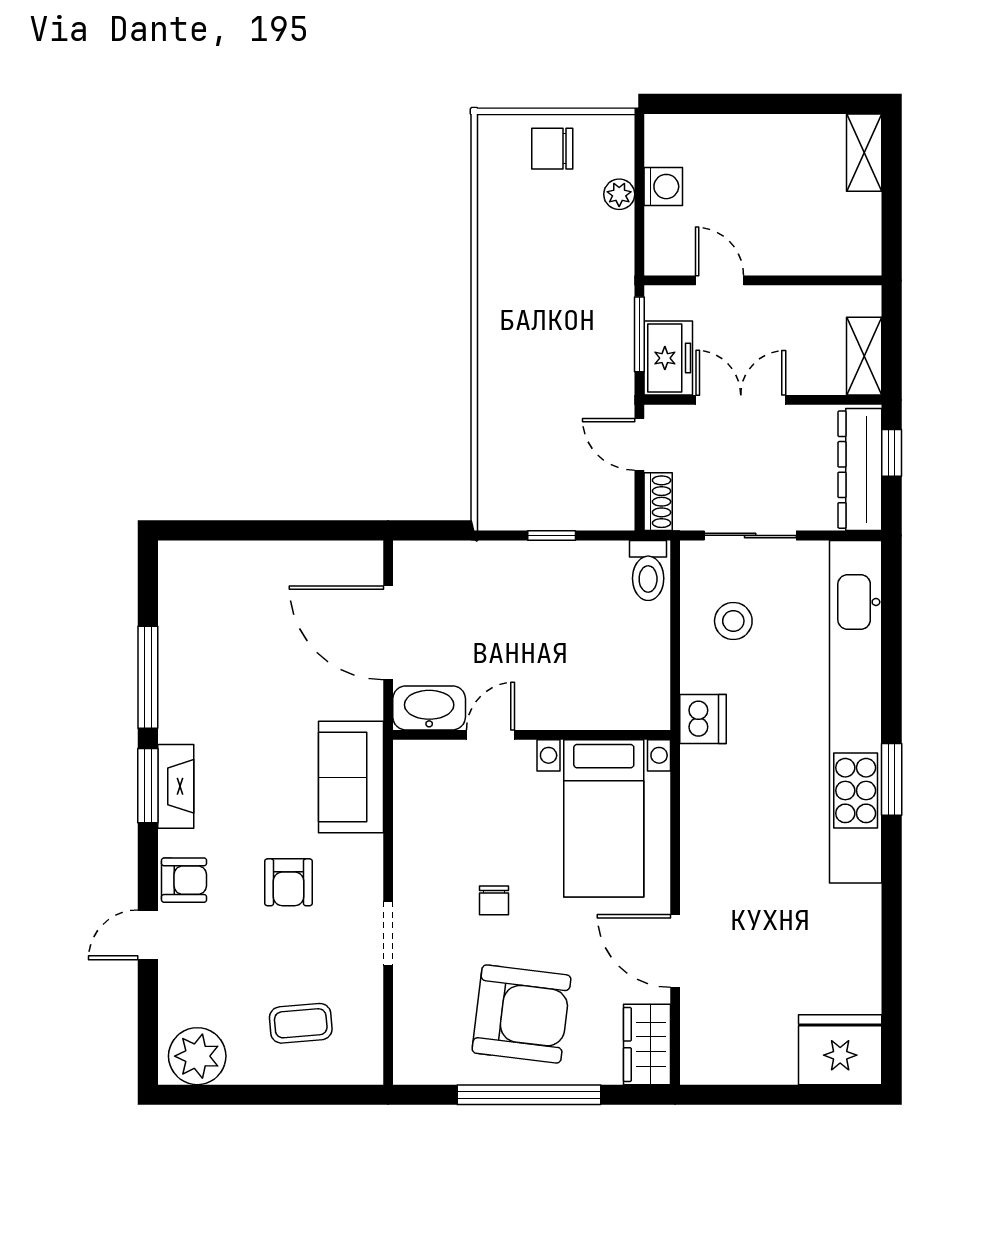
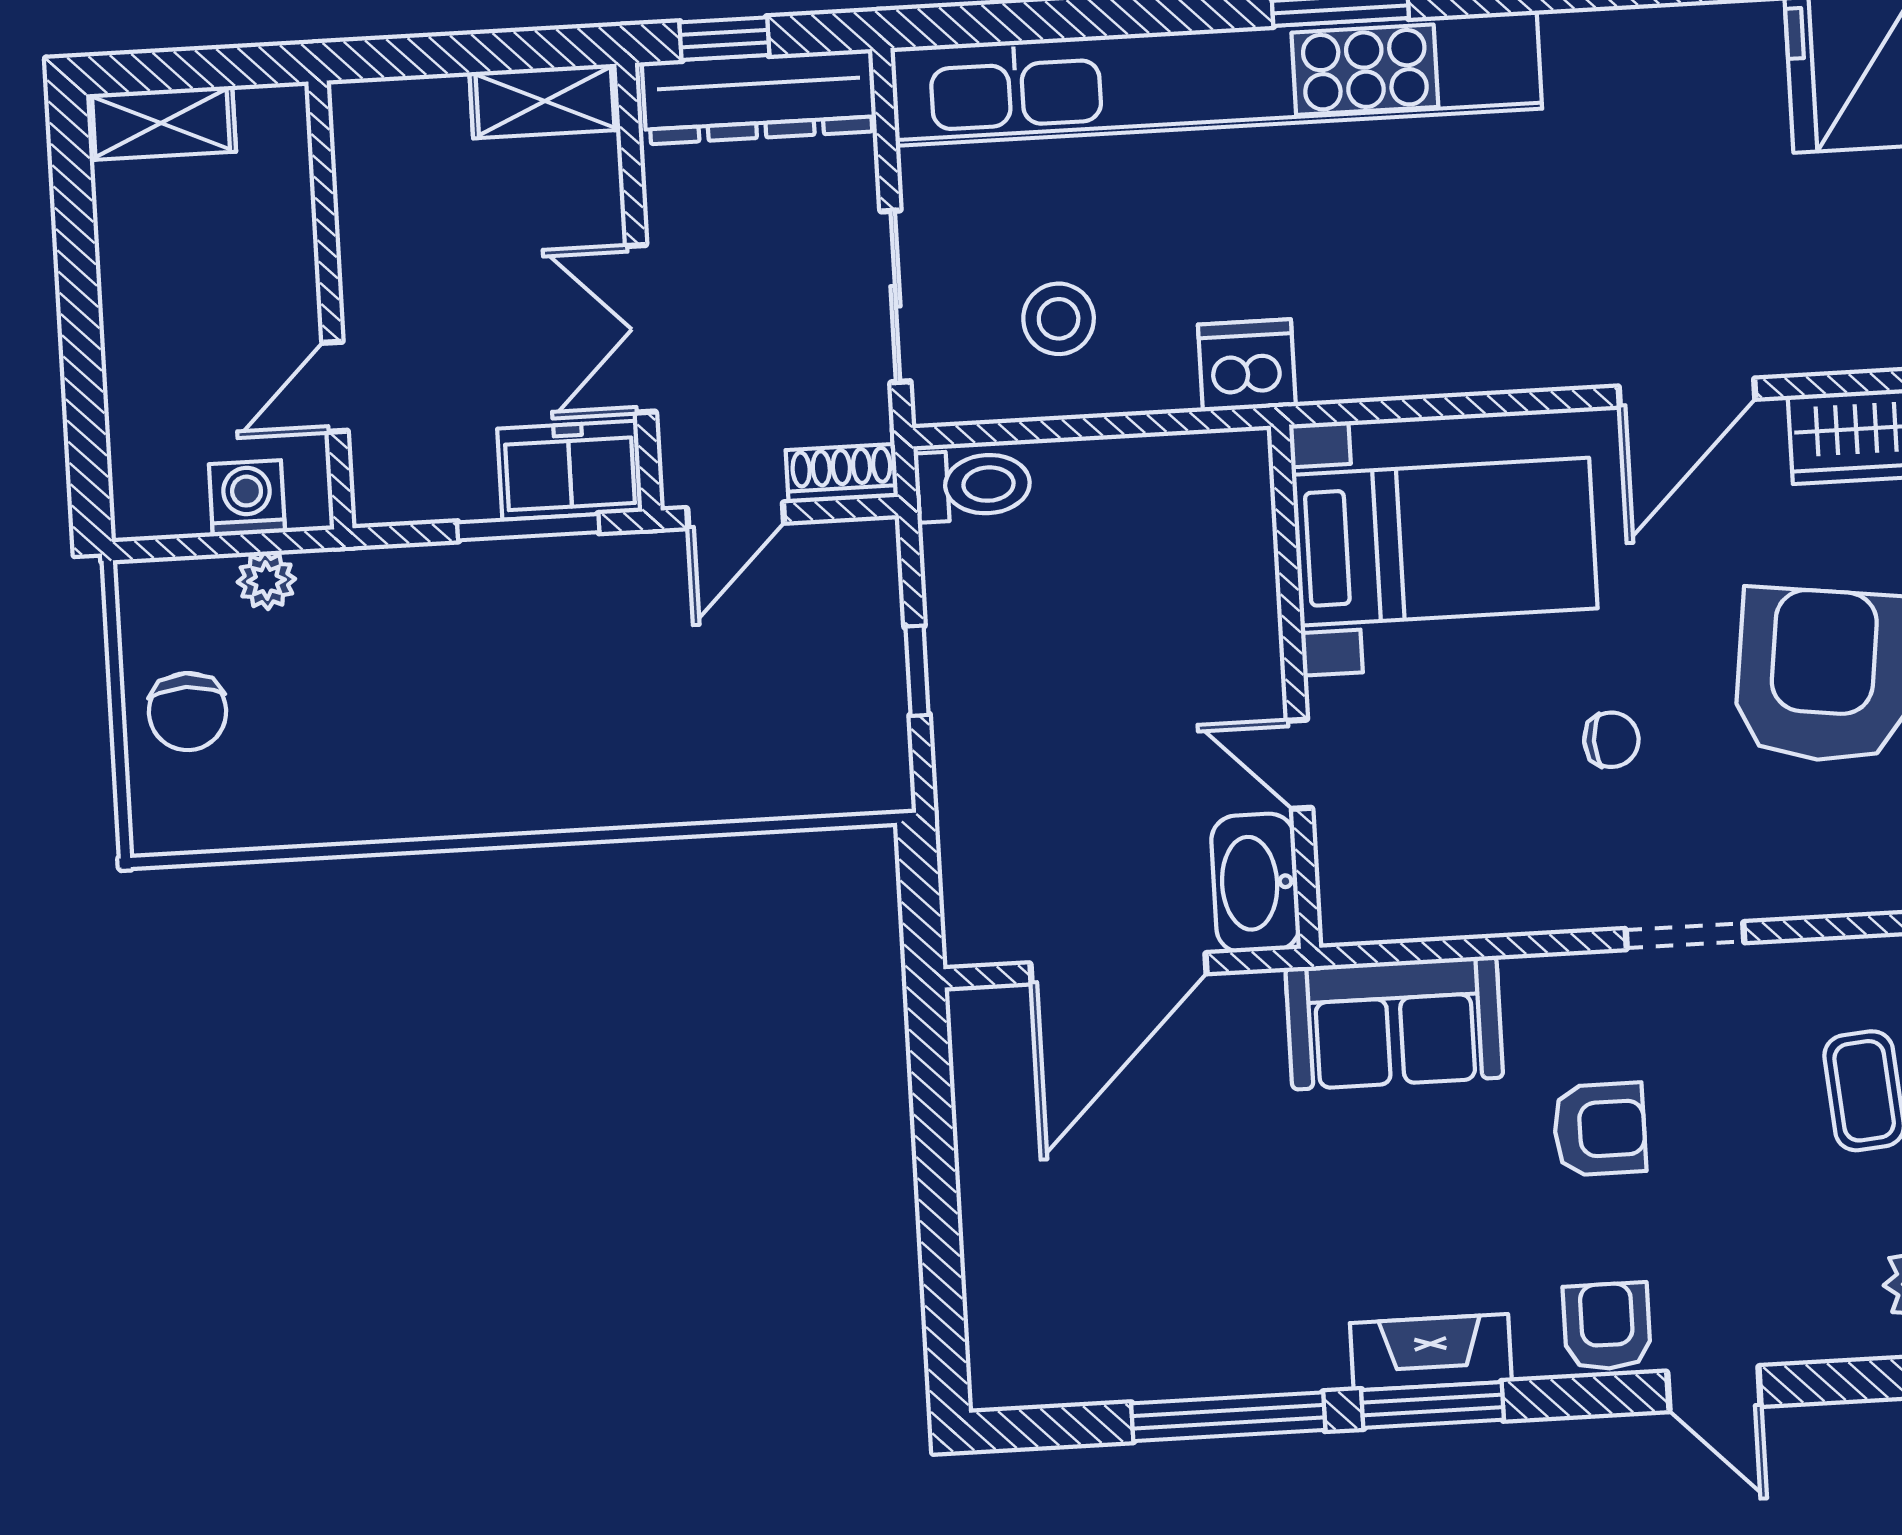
door: (719, 280) -> (335, 387), moved
wall: (763, 280) -> (330, 305), moved

